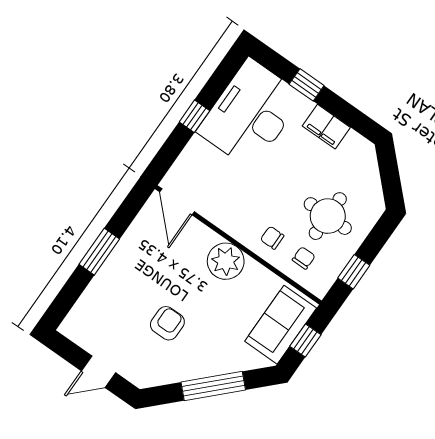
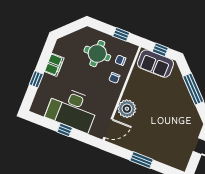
desk: (250, 114) -> (72, 109), moved
plant: (226, 261) -> (127, 109), moved
armchair: (167, 323) -> (168, 119), removed

